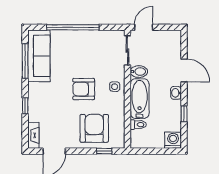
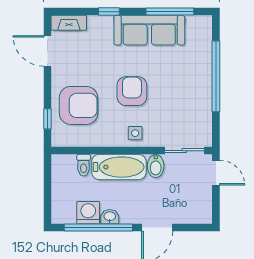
sofa: (39, 56) -> (149, 30), moved
washbasin: (176, 93) -> (110, 217), moved
window: (184, 114) -> (98, 227), width x3.17
washing machine: (173, 140) -> (88, 213), moved, turned -90

